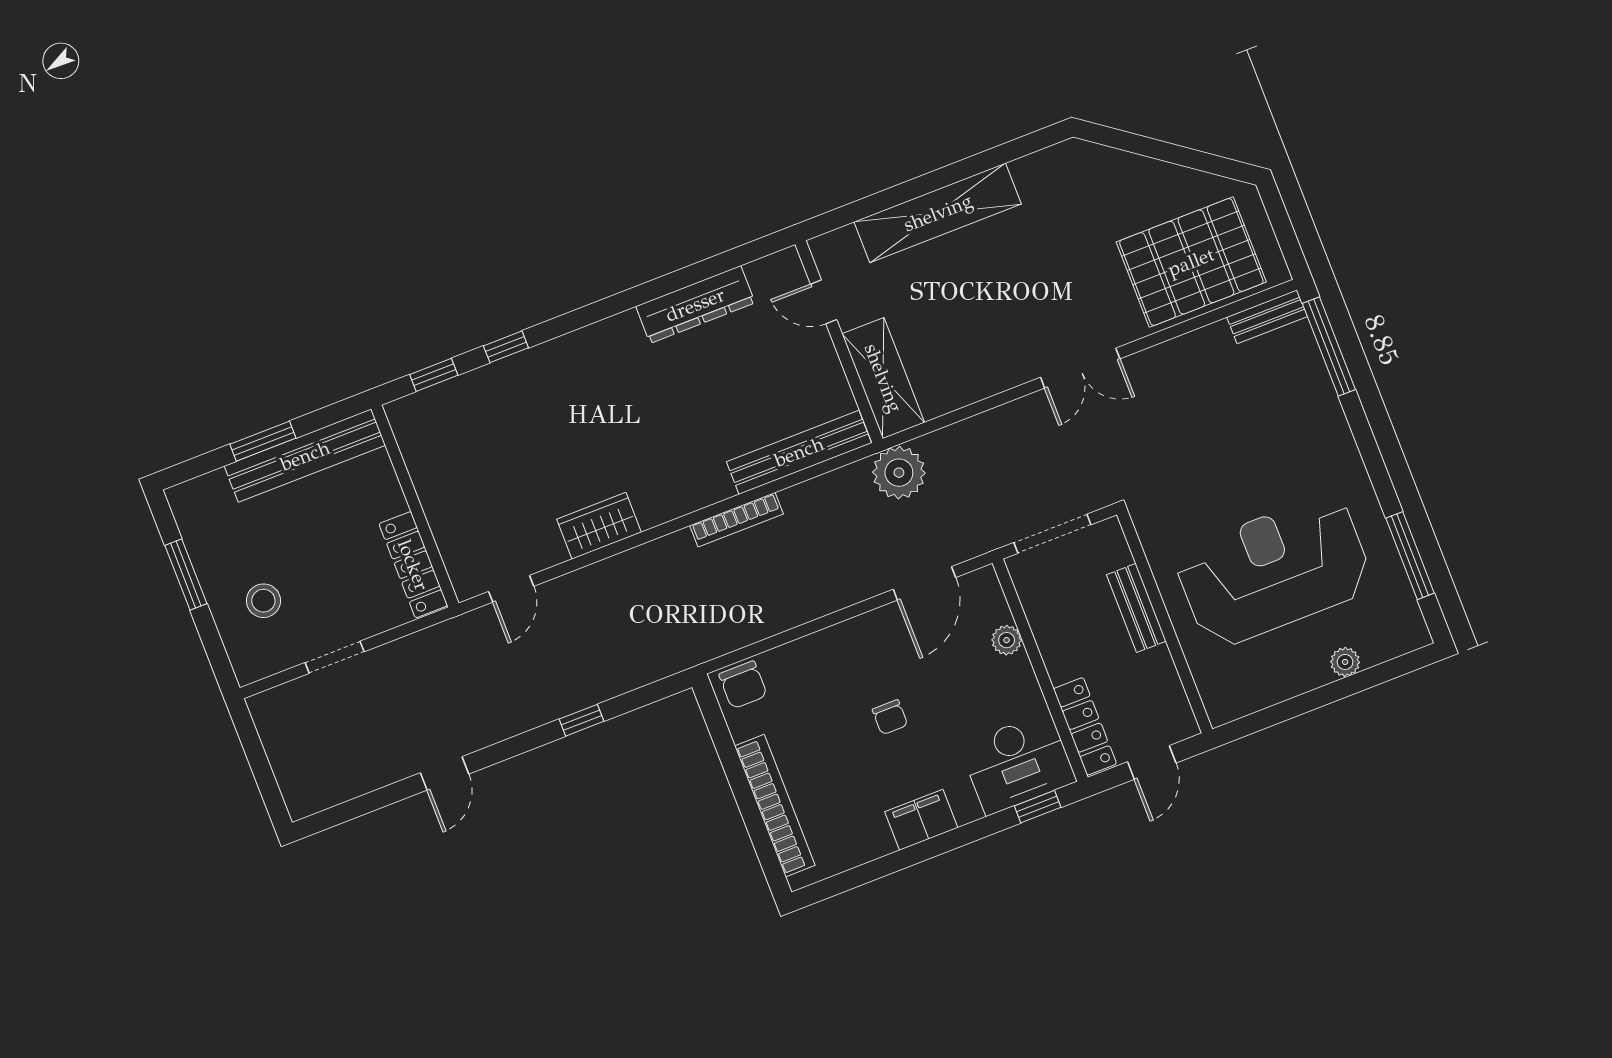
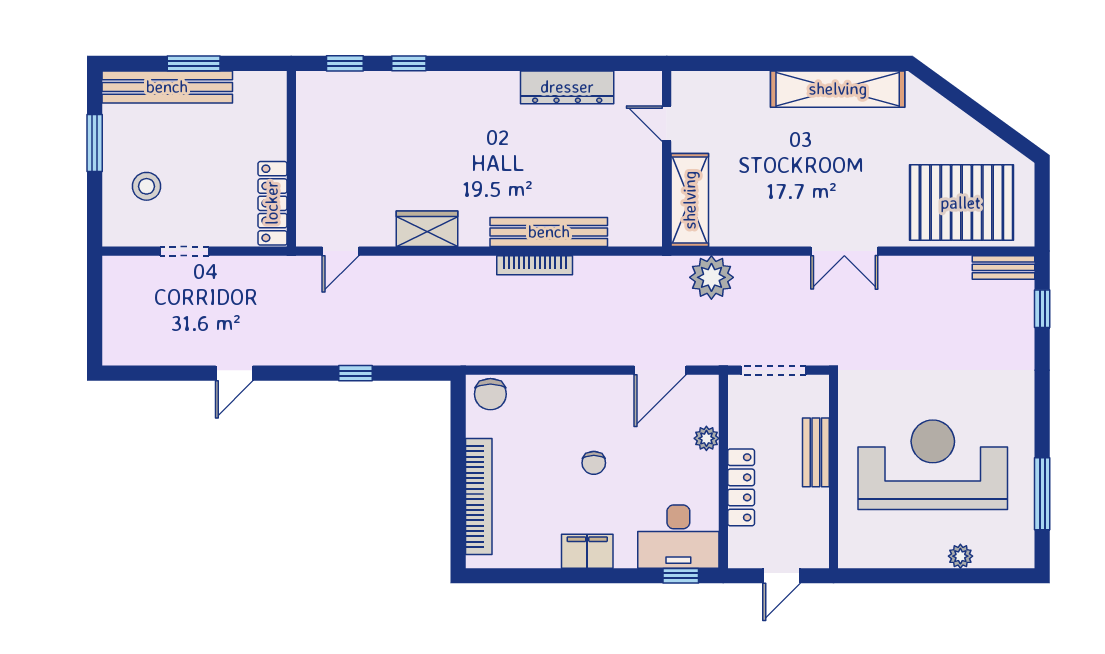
shelving: (938, 213) -> (838, 89), moved
window: (1329, 347) -> (1042, 309), width x0.46
bench: (799, 452) -> (549, 232), moved
bench: (305, 456) -> (167, 87), moved
plant: (899, 473) -> (711, 277), moved
locker: (1085, 726) -> (741, 487), moved

